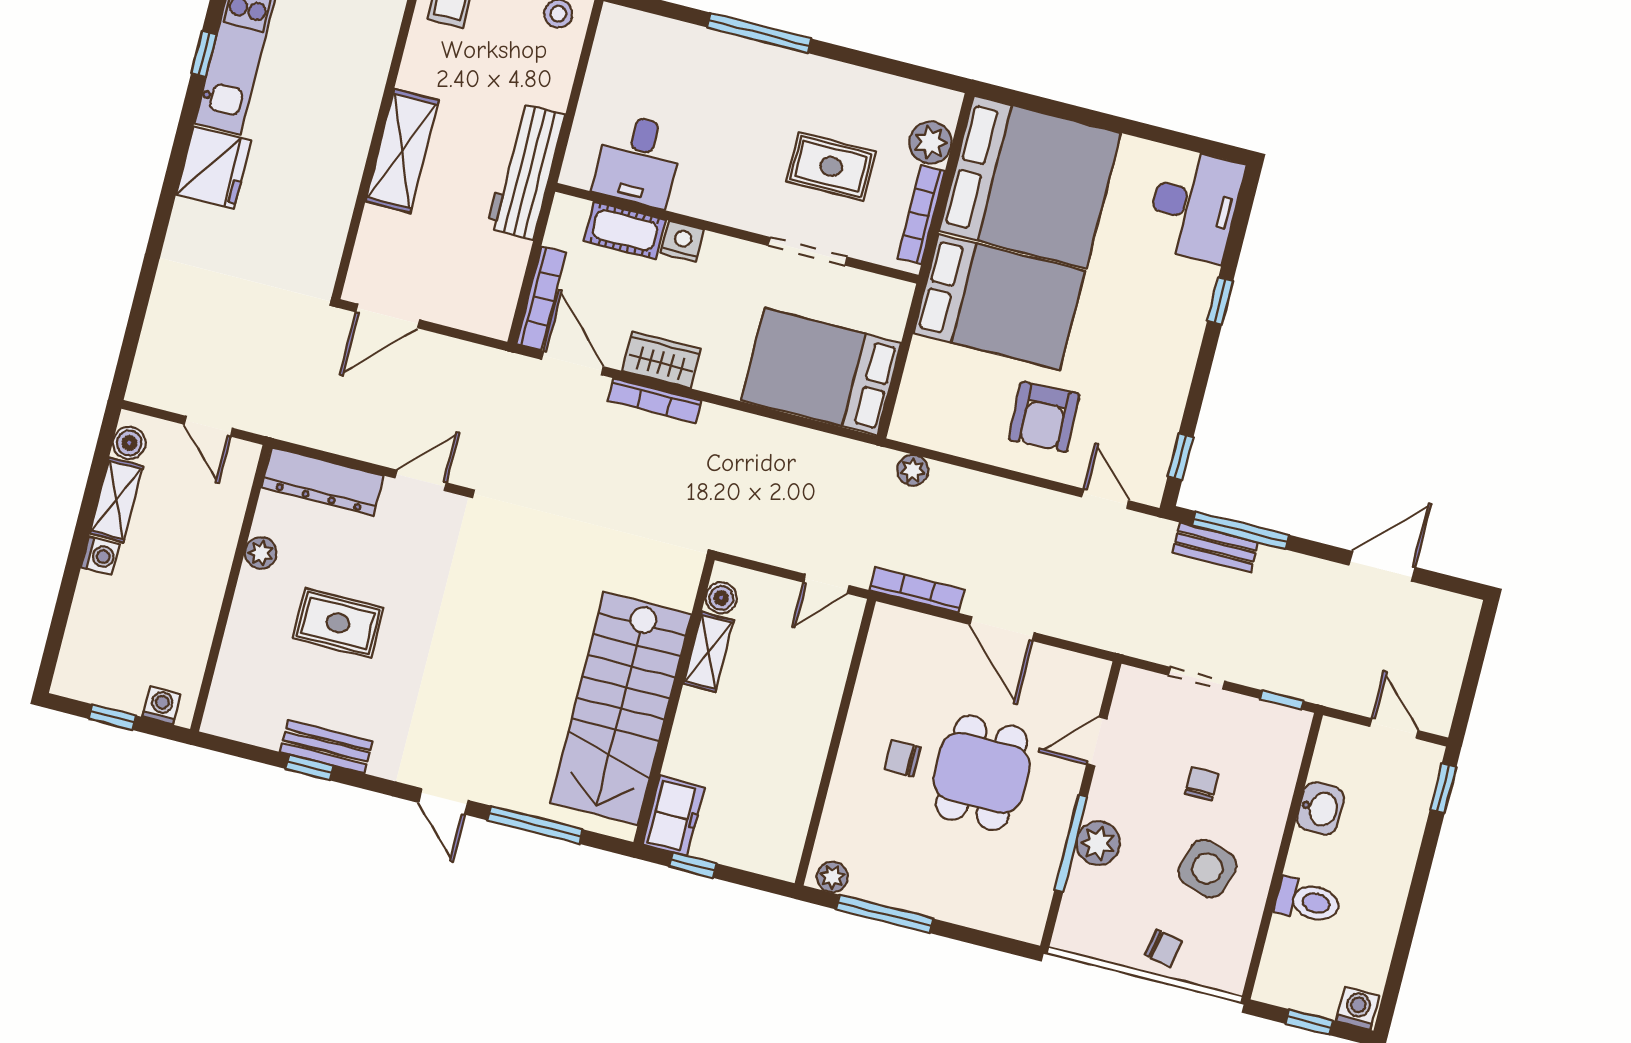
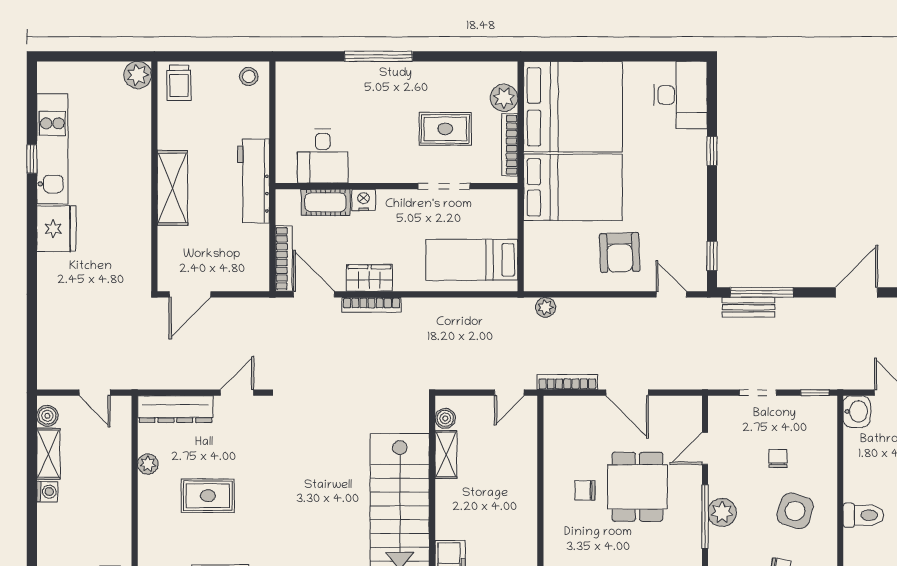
bed: (821, 372) -> (472, 260), width x0.67
washbasin: (1320, 808) -> (857, 411), moved

